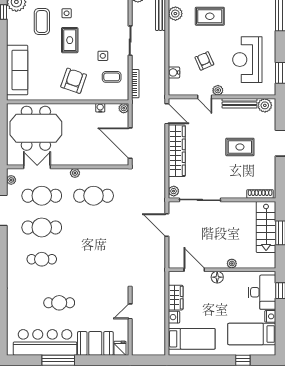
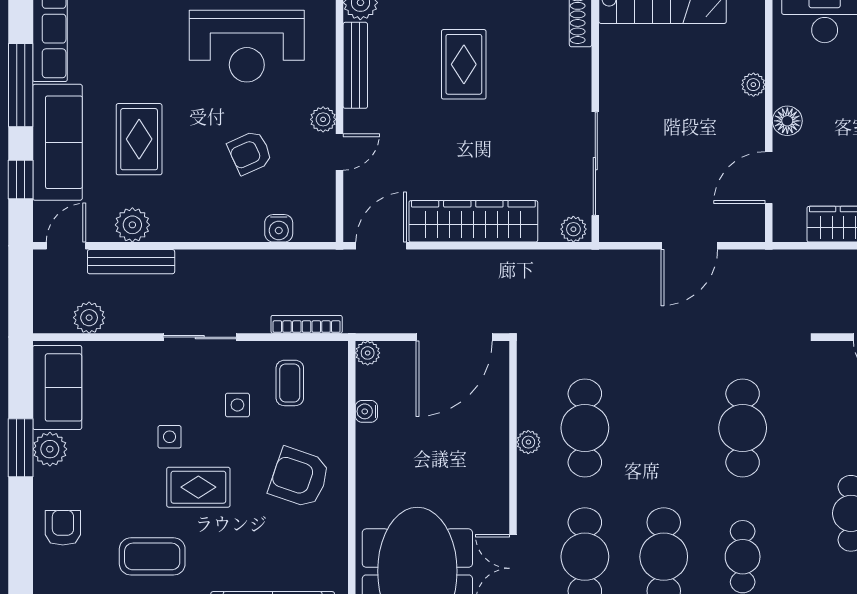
side table: (67, 13) -> (170, 437), moved
plant: (75, 173) -> (528, 442), moved
door: (167, 225) -> (689, 246), moved
cafe table: (94, 259) -> (743, 428), added

